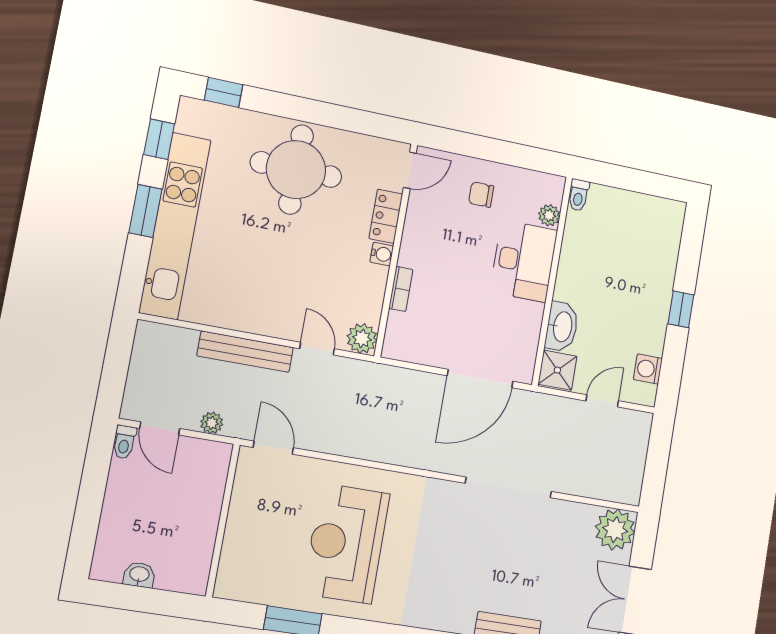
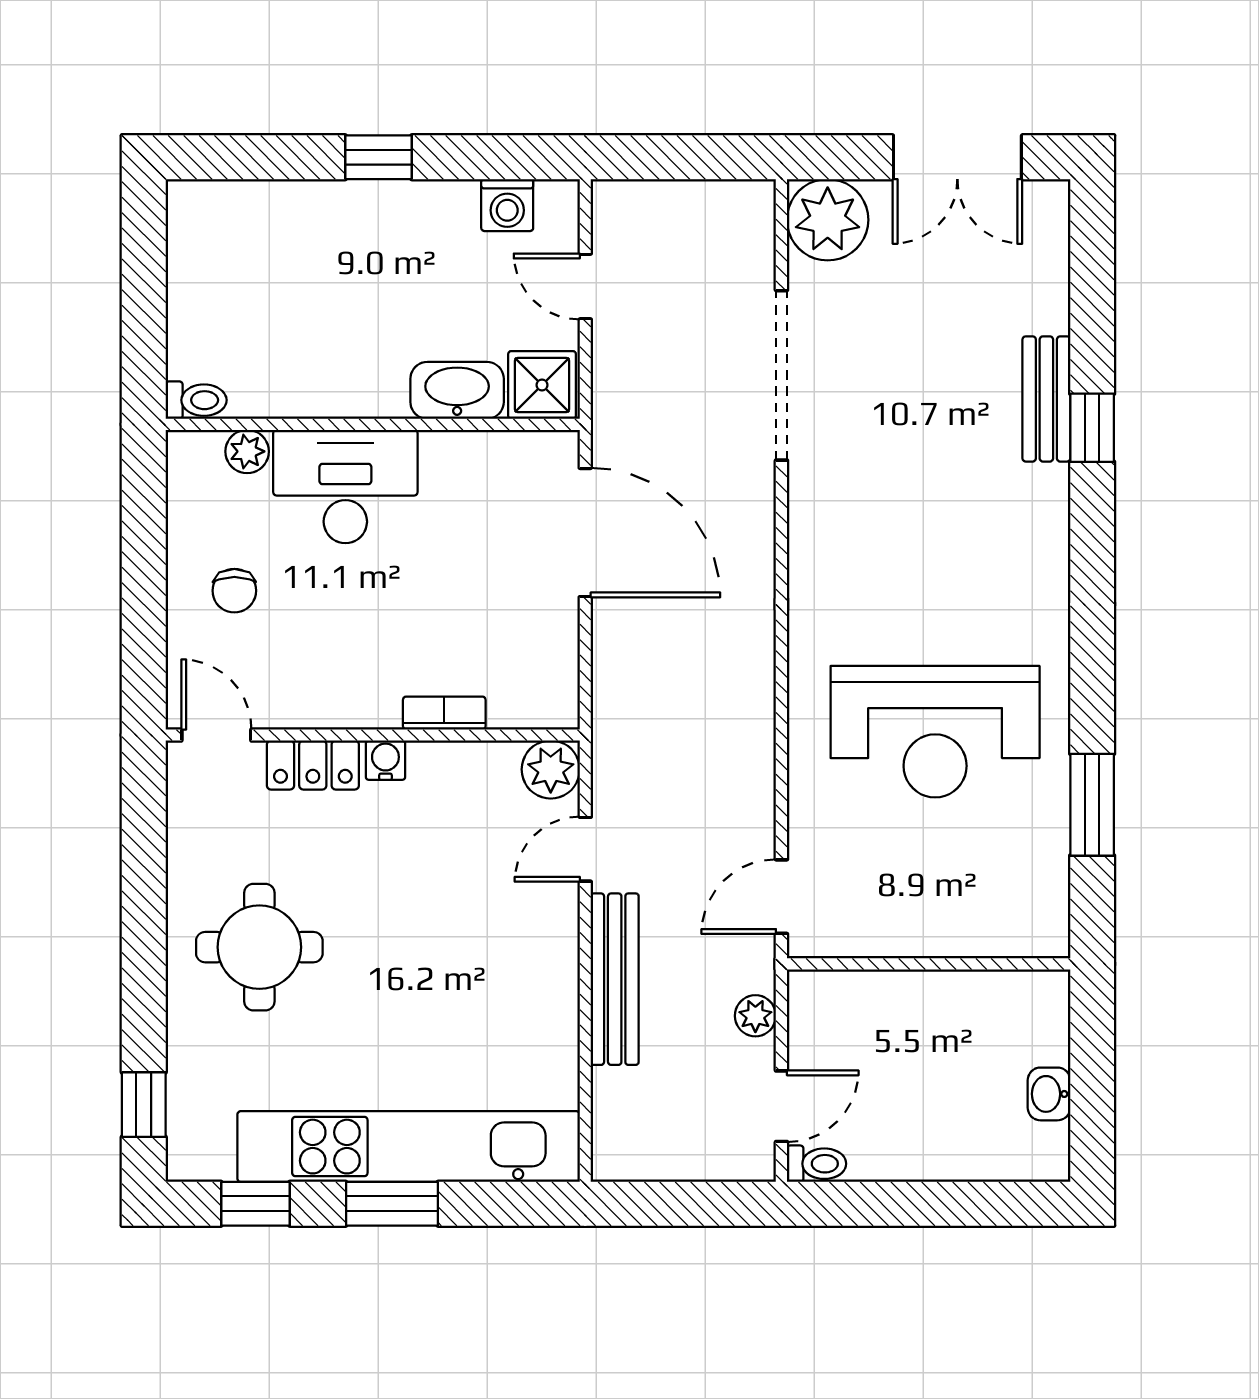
round table: (296, 170) -> (259, 947), width x0.73, depth x0.73
doorway: (509, 487) -> (781, 375), moved

